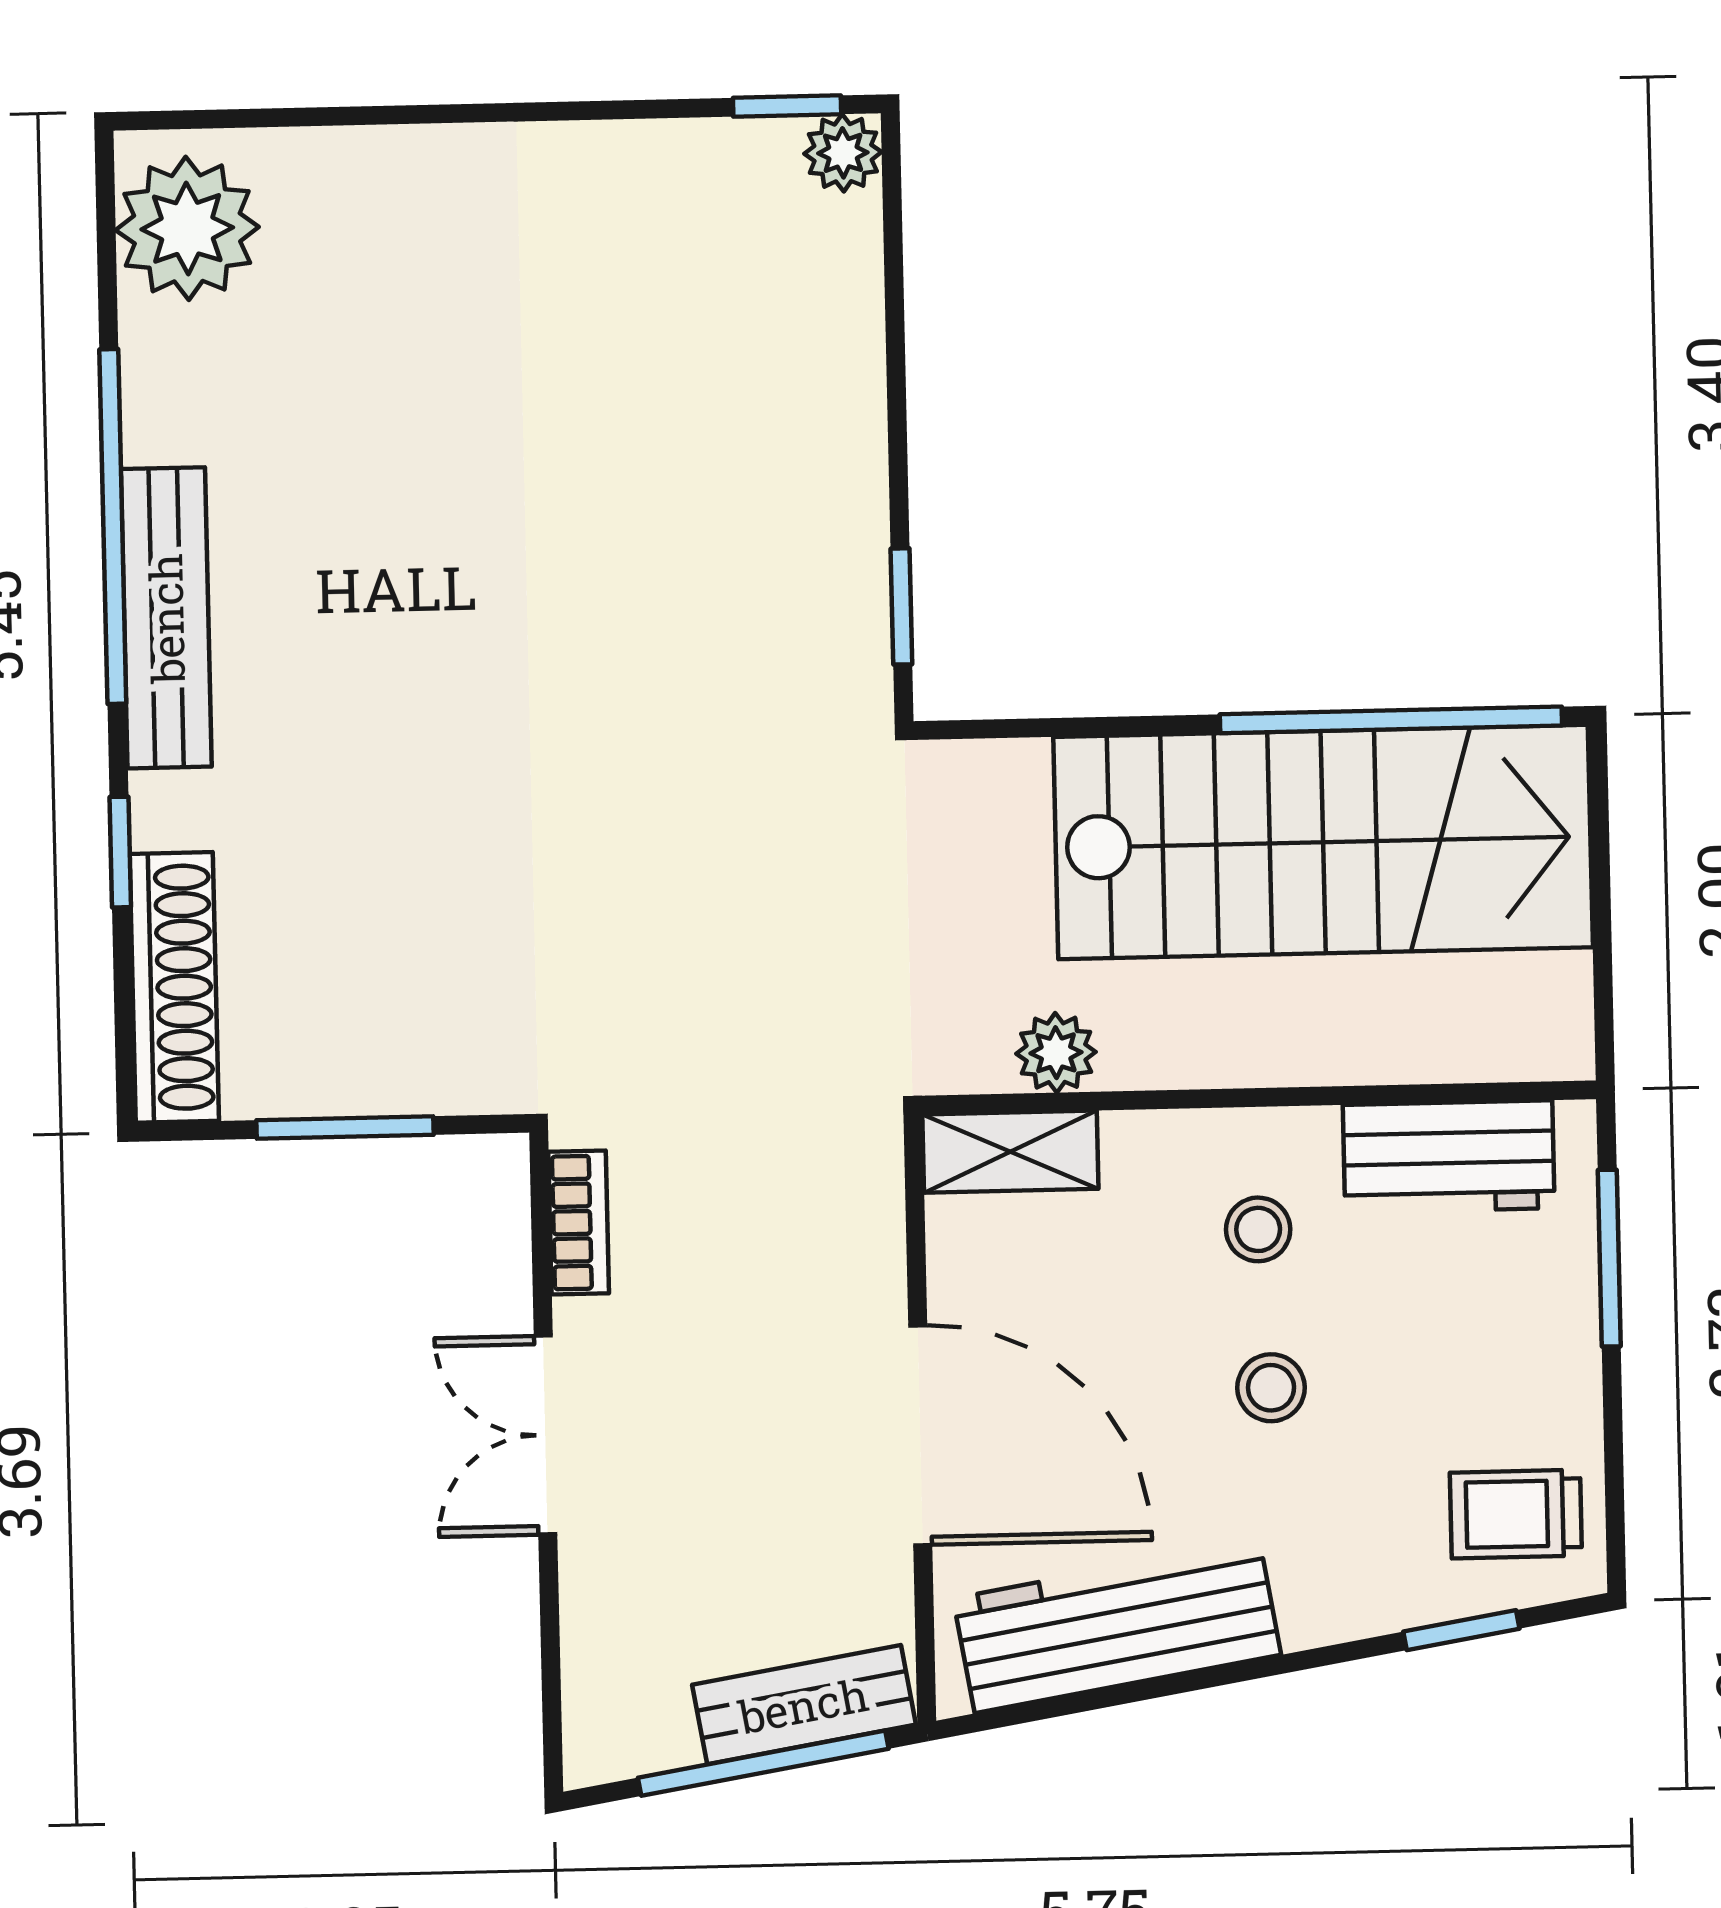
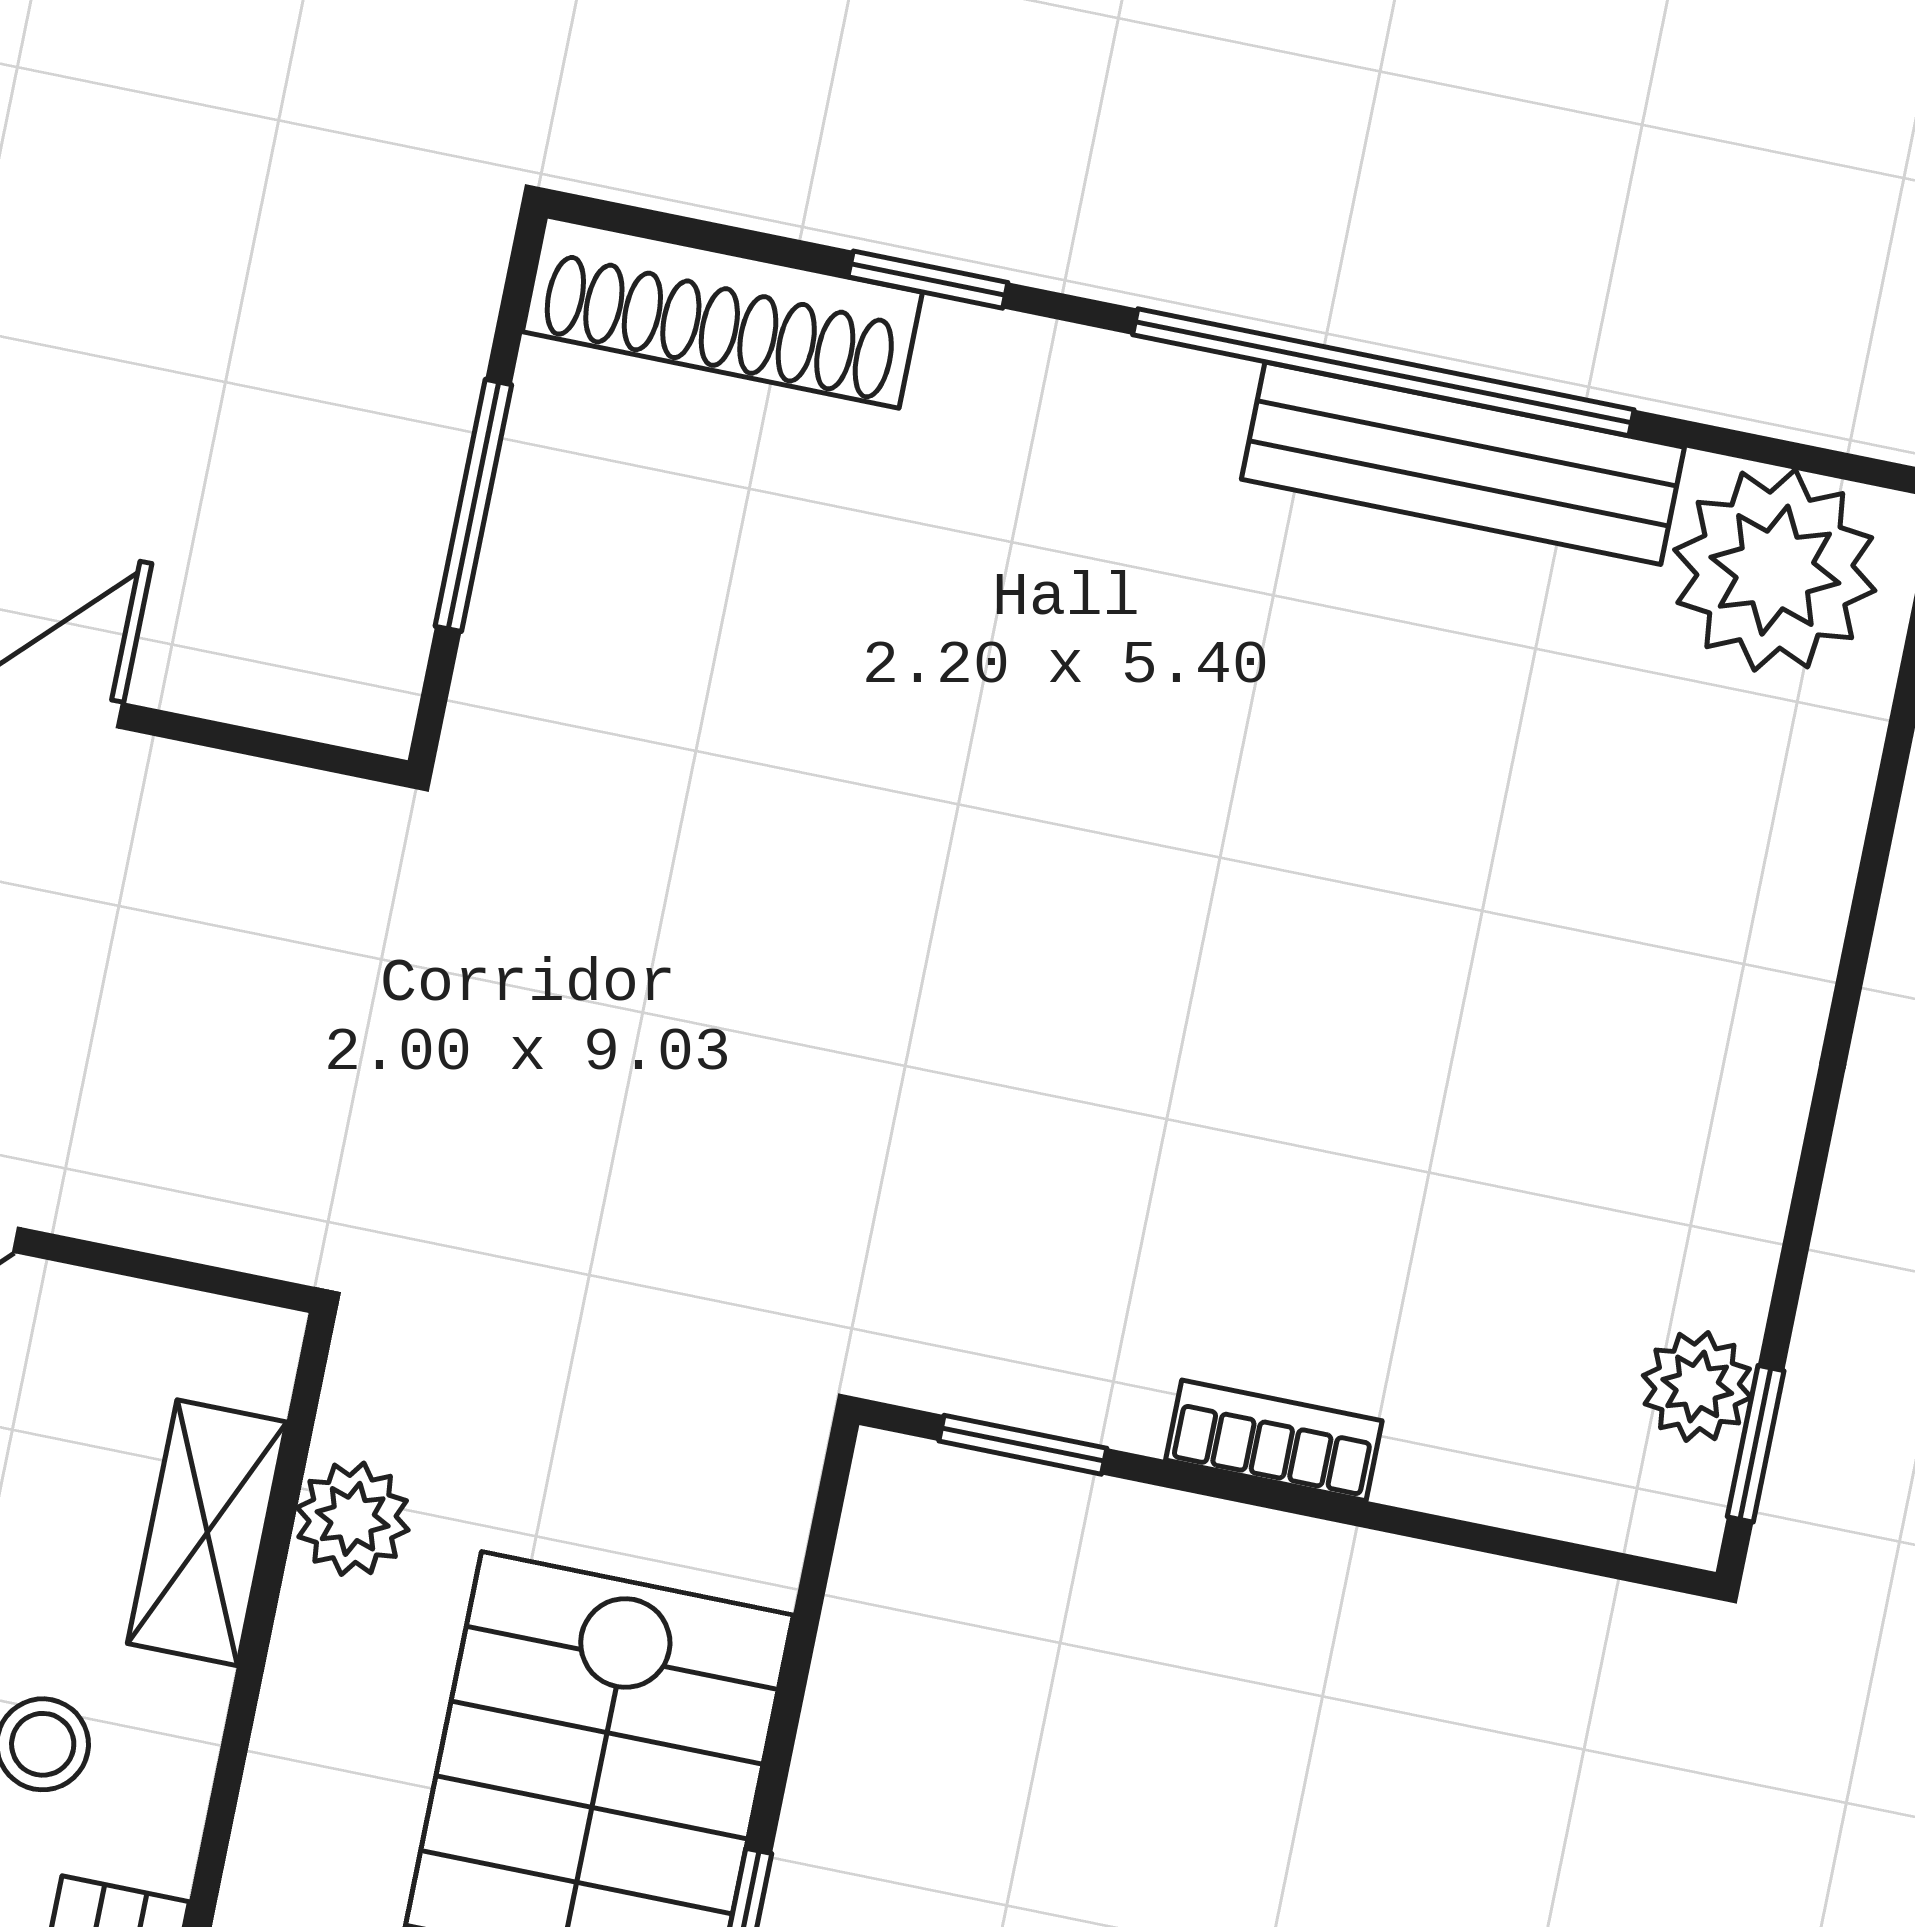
plant: (843, 153) -> (1697, 1386), moved
bench: (166, 618) -> (1463, 463), moved
shelving: (1010, 1152) -> (207, 1533), moved
bookcase: (579, 1222) -> (1274, 1440), moved, turned 180

